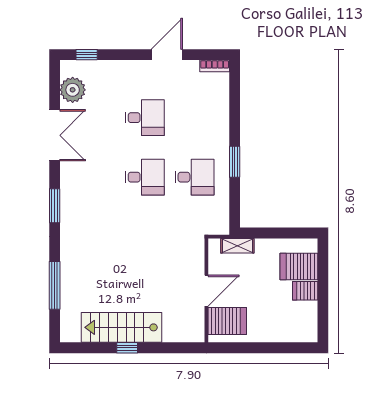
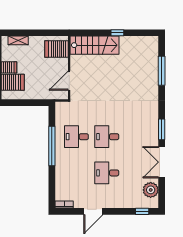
window: (235, 162) -> (52, 146), width x2.11
window: (55, 206) -> (162, 129), moved
shelving: (237, 246) -> (18, 40), moved
door: (206, 291) -> (69, 81), moved
stairs: (121, 327) -> (95, 45), moved

